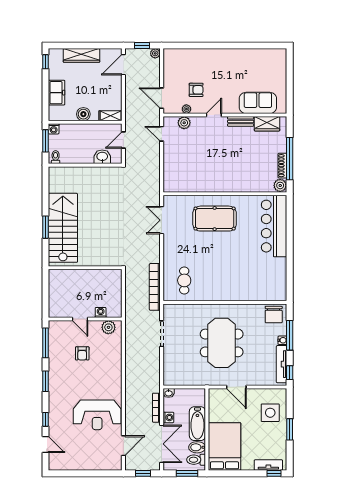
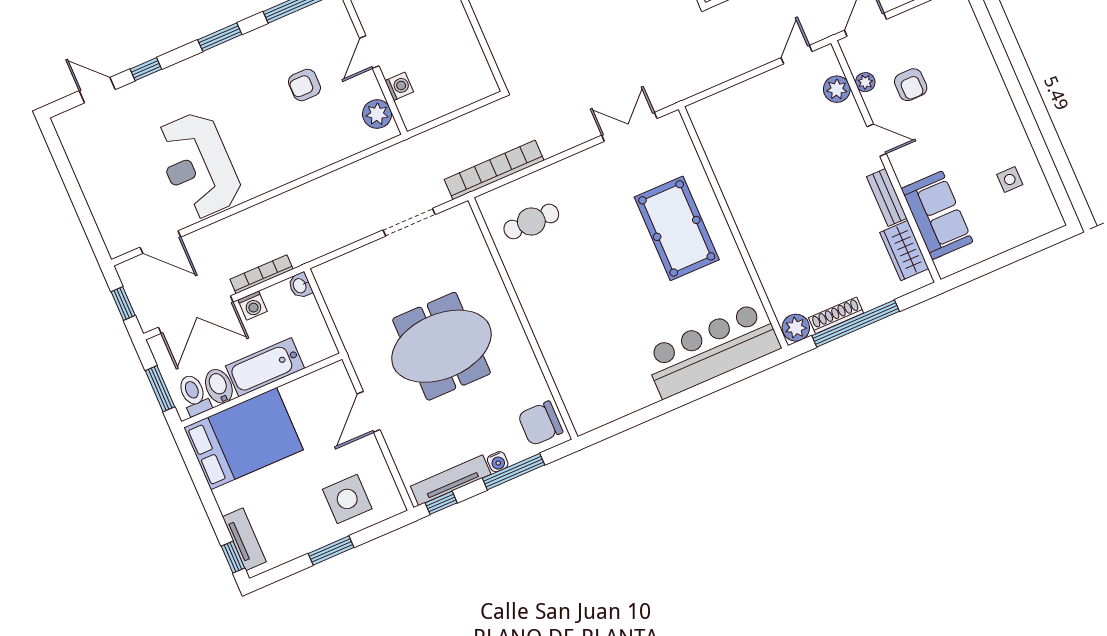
side table: (256, 65) -> (1010, 179), added
door: (46, 444) -> (97, 90), swing flipped

